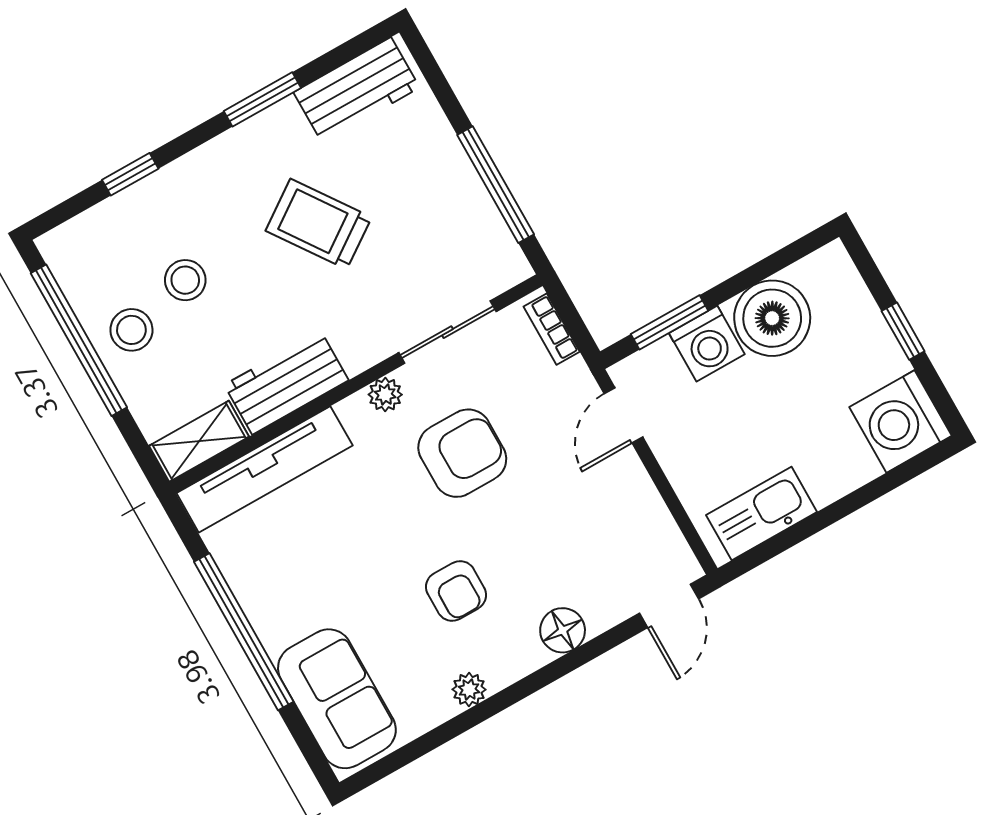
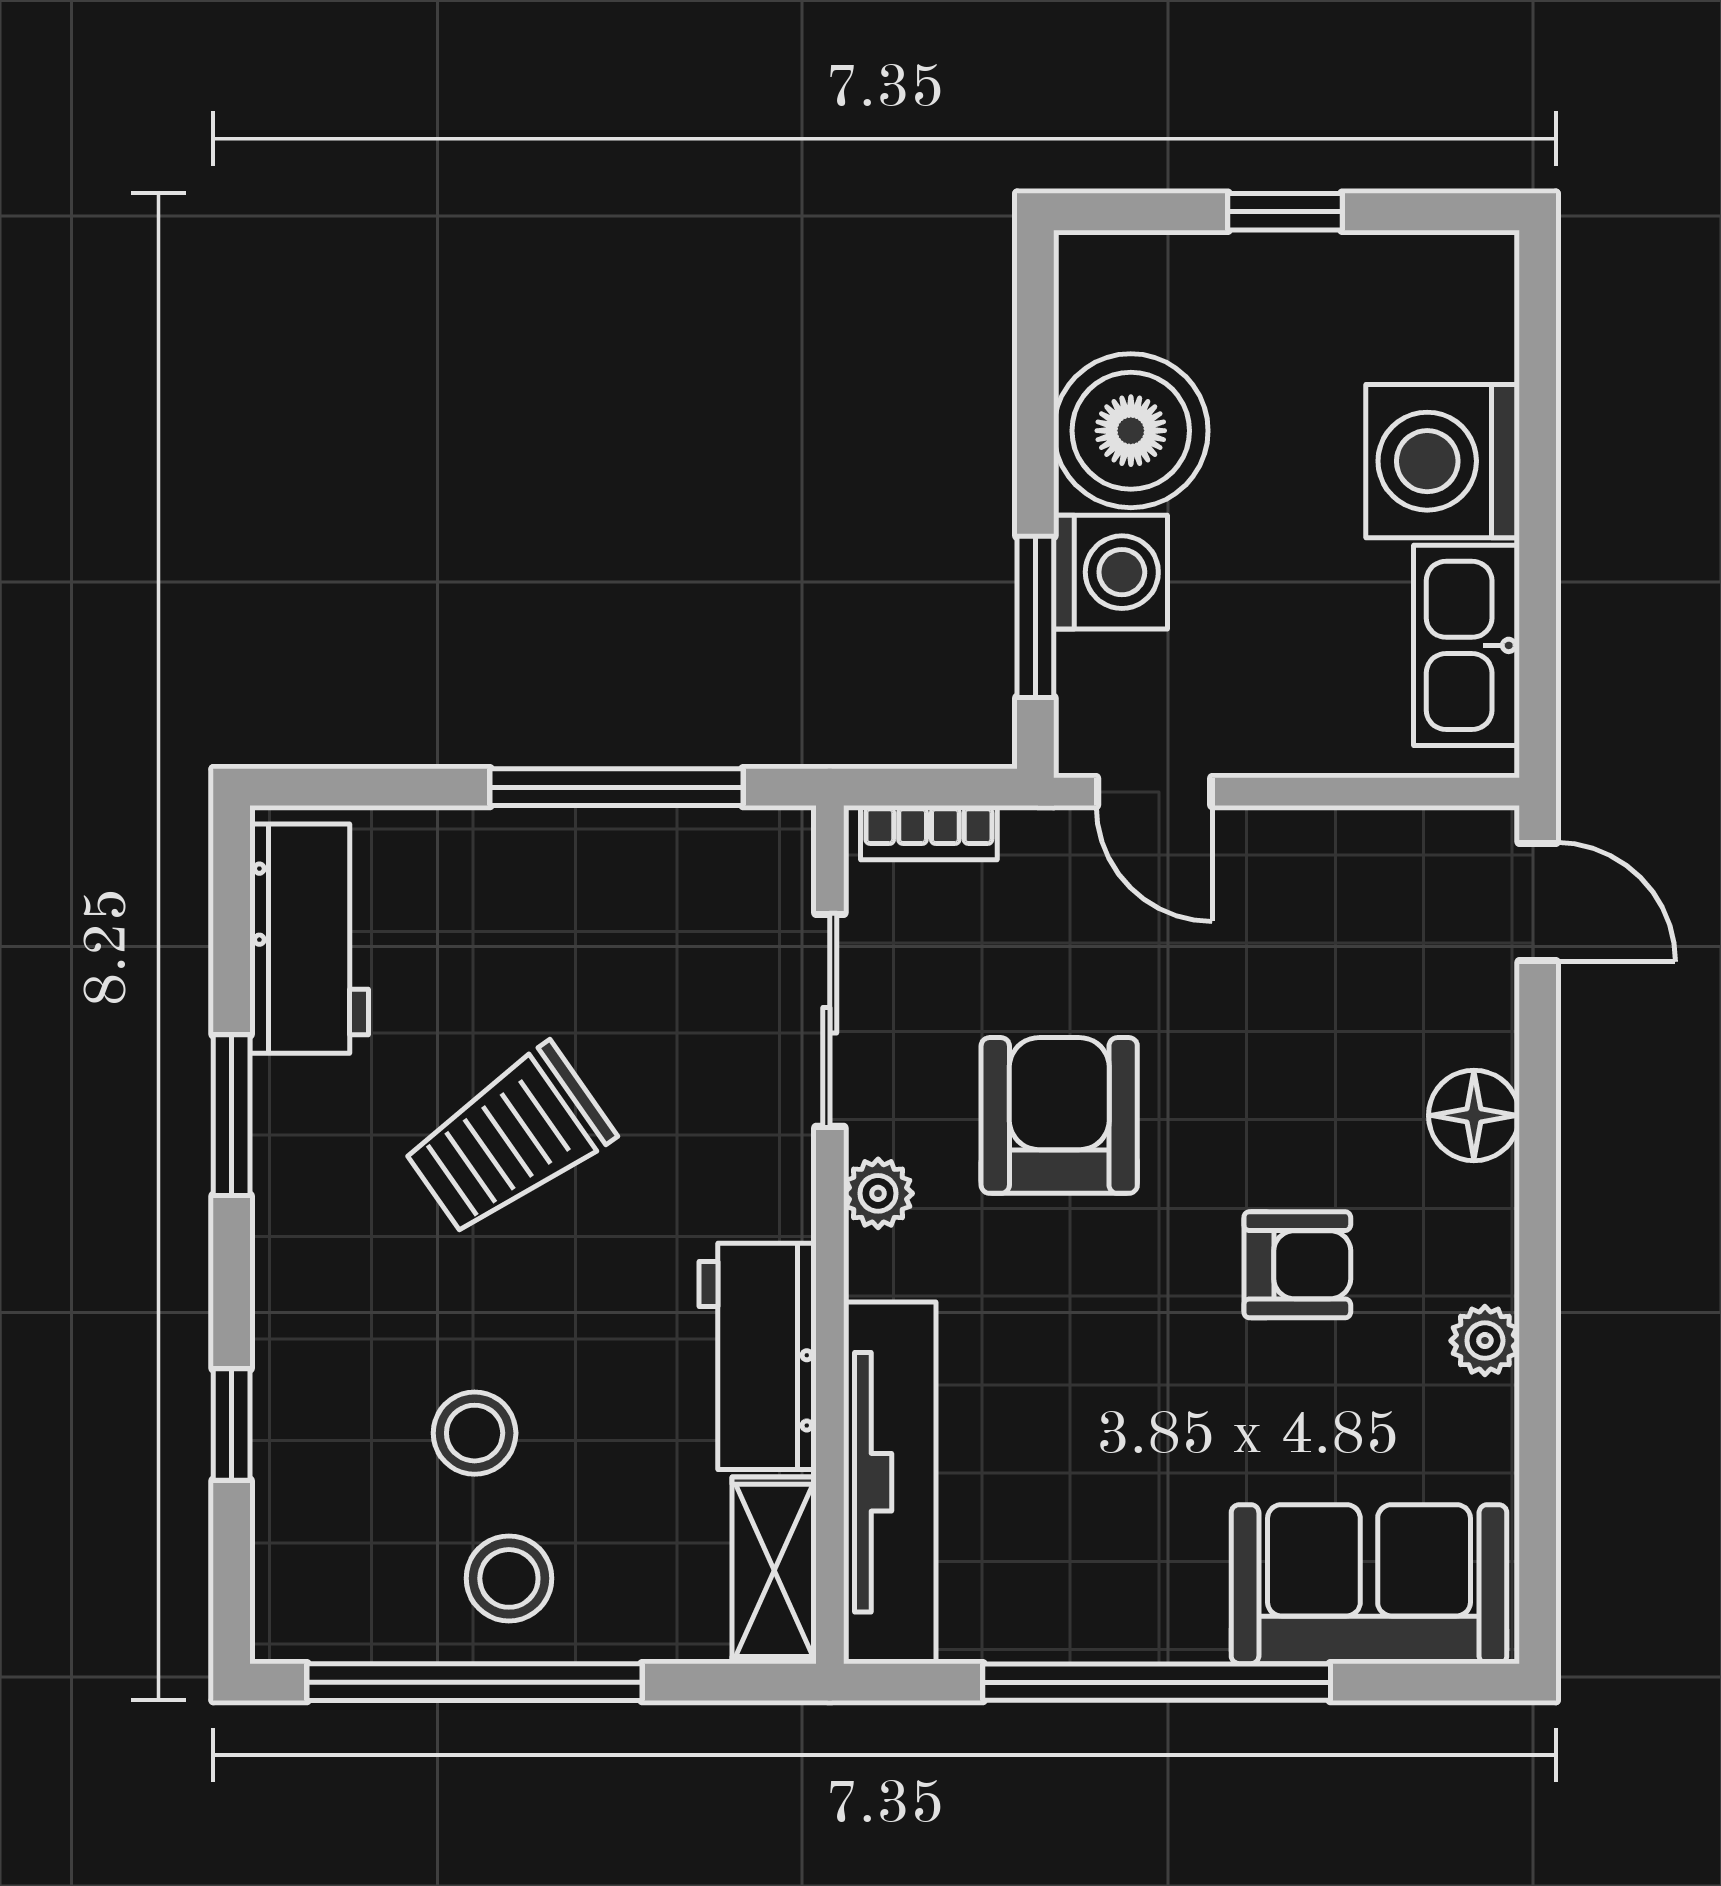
washing machine: (901, 421) -> (1443, 461), moved, turned 90

